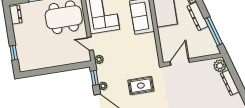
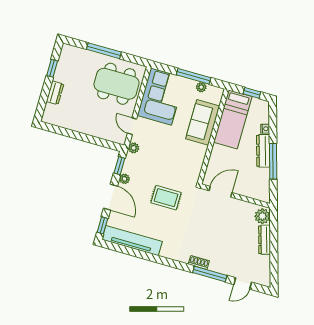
dresser: (16, 15) -> (55, 93), moved
window: (214, 31) -> (273, 161), moved
window: (14, 53) -> (52, 68), moved

